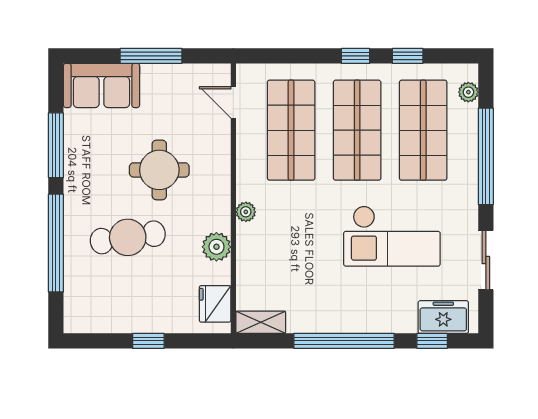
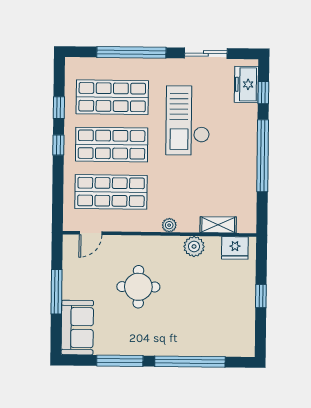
plant: (468, 92) -> (85, 64), removed
checkout: (392, 236) -> (188, 121), turned 180
cafe table: (128, 237) -> (186, 310), removed
shelving: (261, 322) -> (218, 225), moved, turned 90

